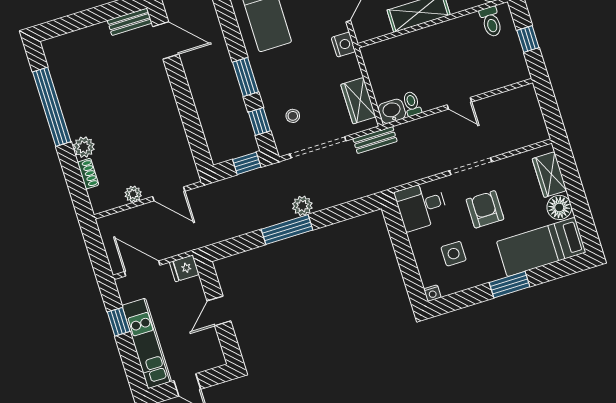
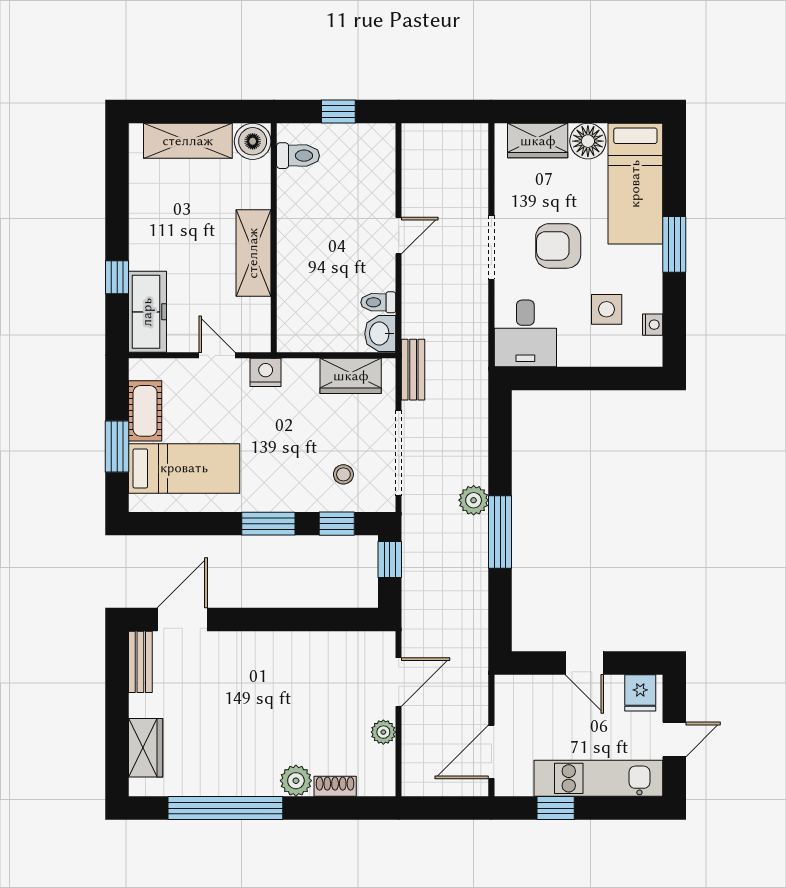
wardrobe: (75, 43) -> (146, 748), added
fridge: (184, 268) -> (640, 693), moved
nightstand: (432, 293) -> (653, 325), moved

